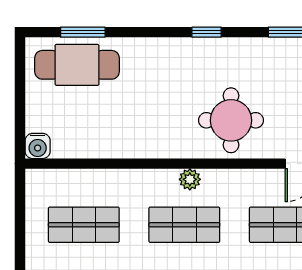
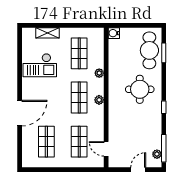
round table: (231, 120) -> (140, 89), moved
plant: (129, 179) -> (99, 73), added

